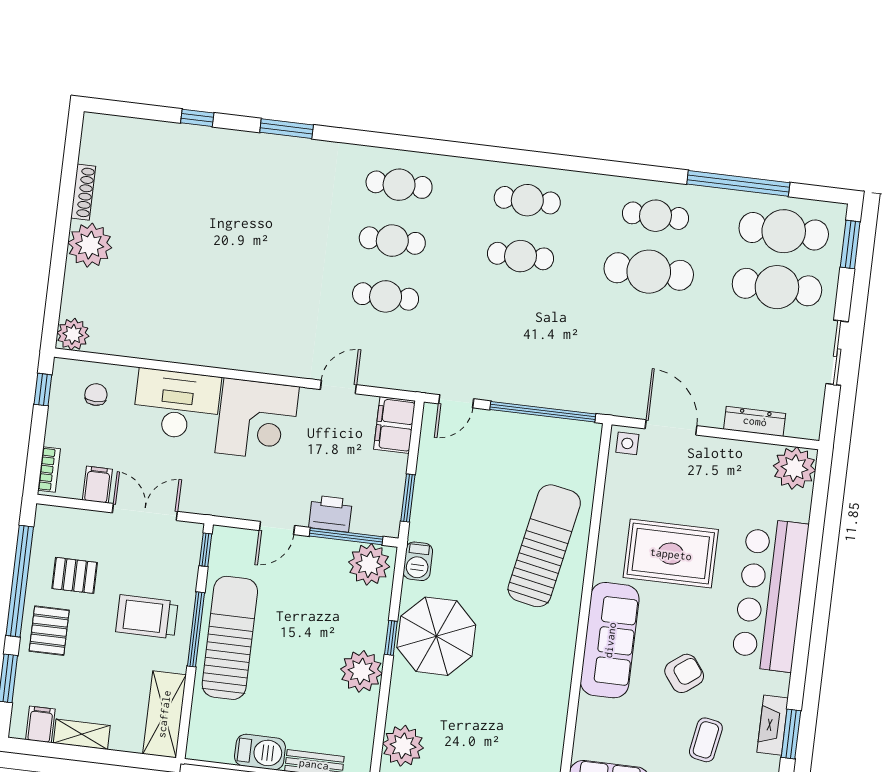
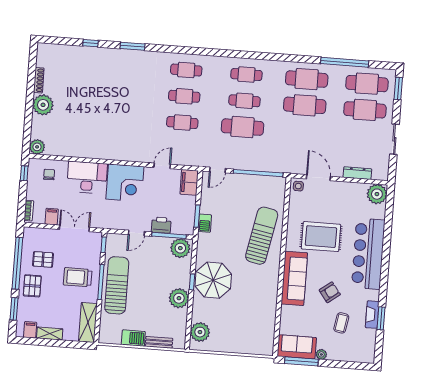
cafe table: (655, 216) -> (307, 79), width x1.37, depth x1.35
cafe table: (514, 312) -> (242, 127), added
barbecue: (418, 561) -> (205, 223), moved

